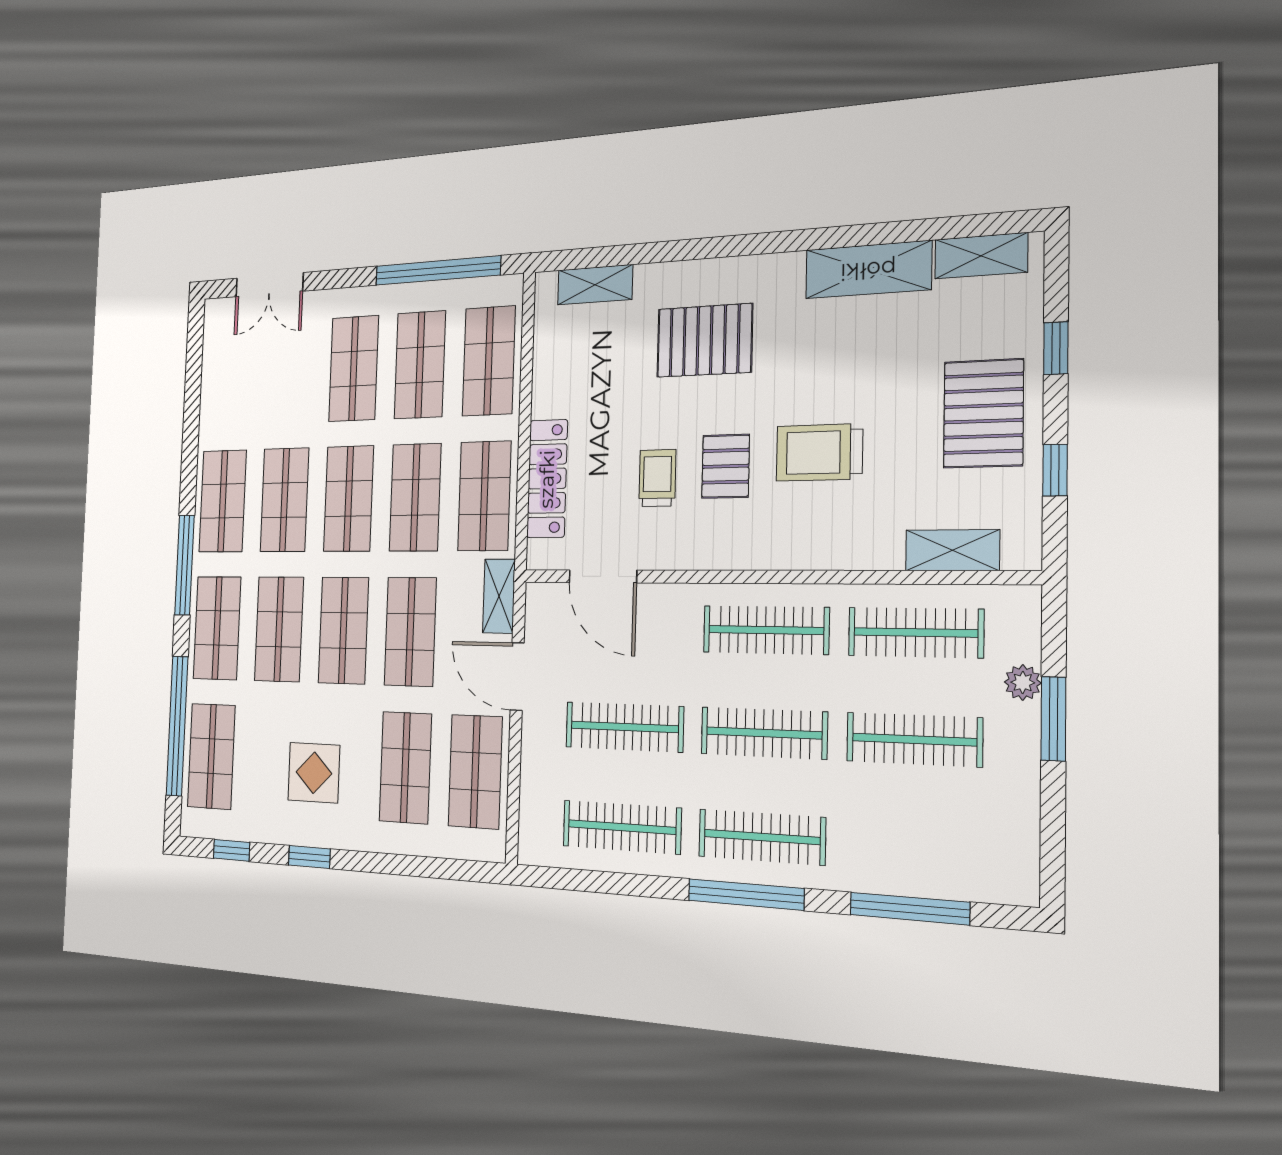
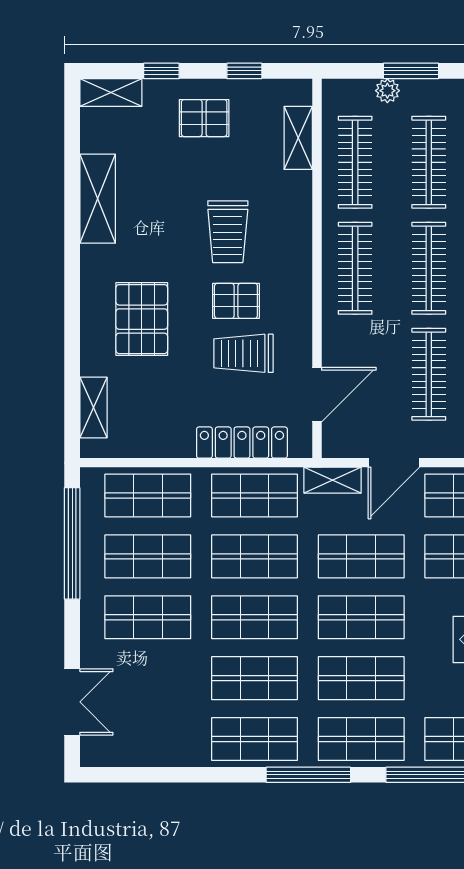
shelving: (981, 256) -> (111, 93), moved, turned 90
pallet: (983, 413) -> (204, 118), width x0.67, depth x0.71
trolley: (657, 478) -> (243, 353), width x1.36, depth x1.39

